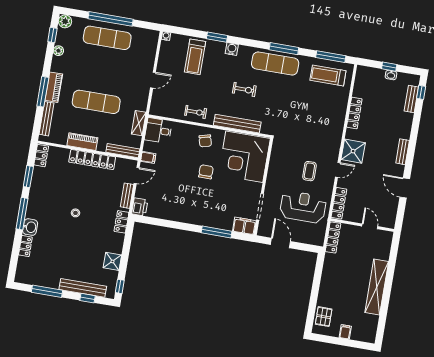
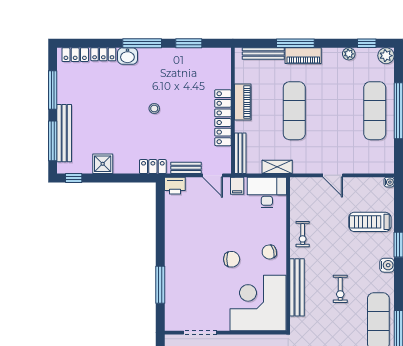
desk: (158, 131) -> (267, 193), width x1.37
locker: (41, 156) -> (75, 55), moved
filing cabinet: (244, 226) -> (174, 317), removed
window: (87, 298) -> (53, 141), width x2.17

